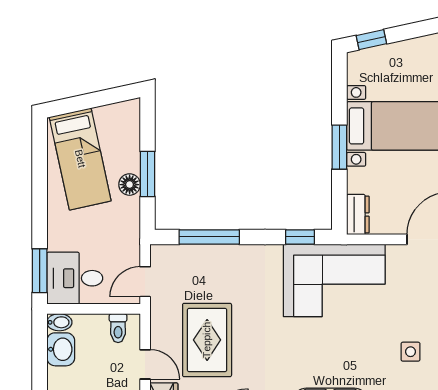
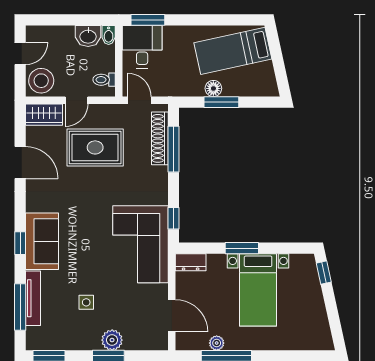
shoe rack: (195, 255) -> (160, 138), added

